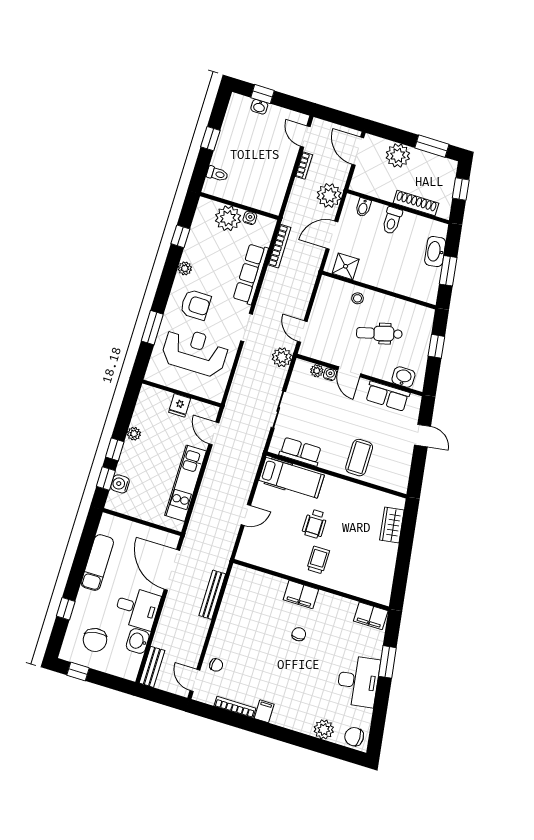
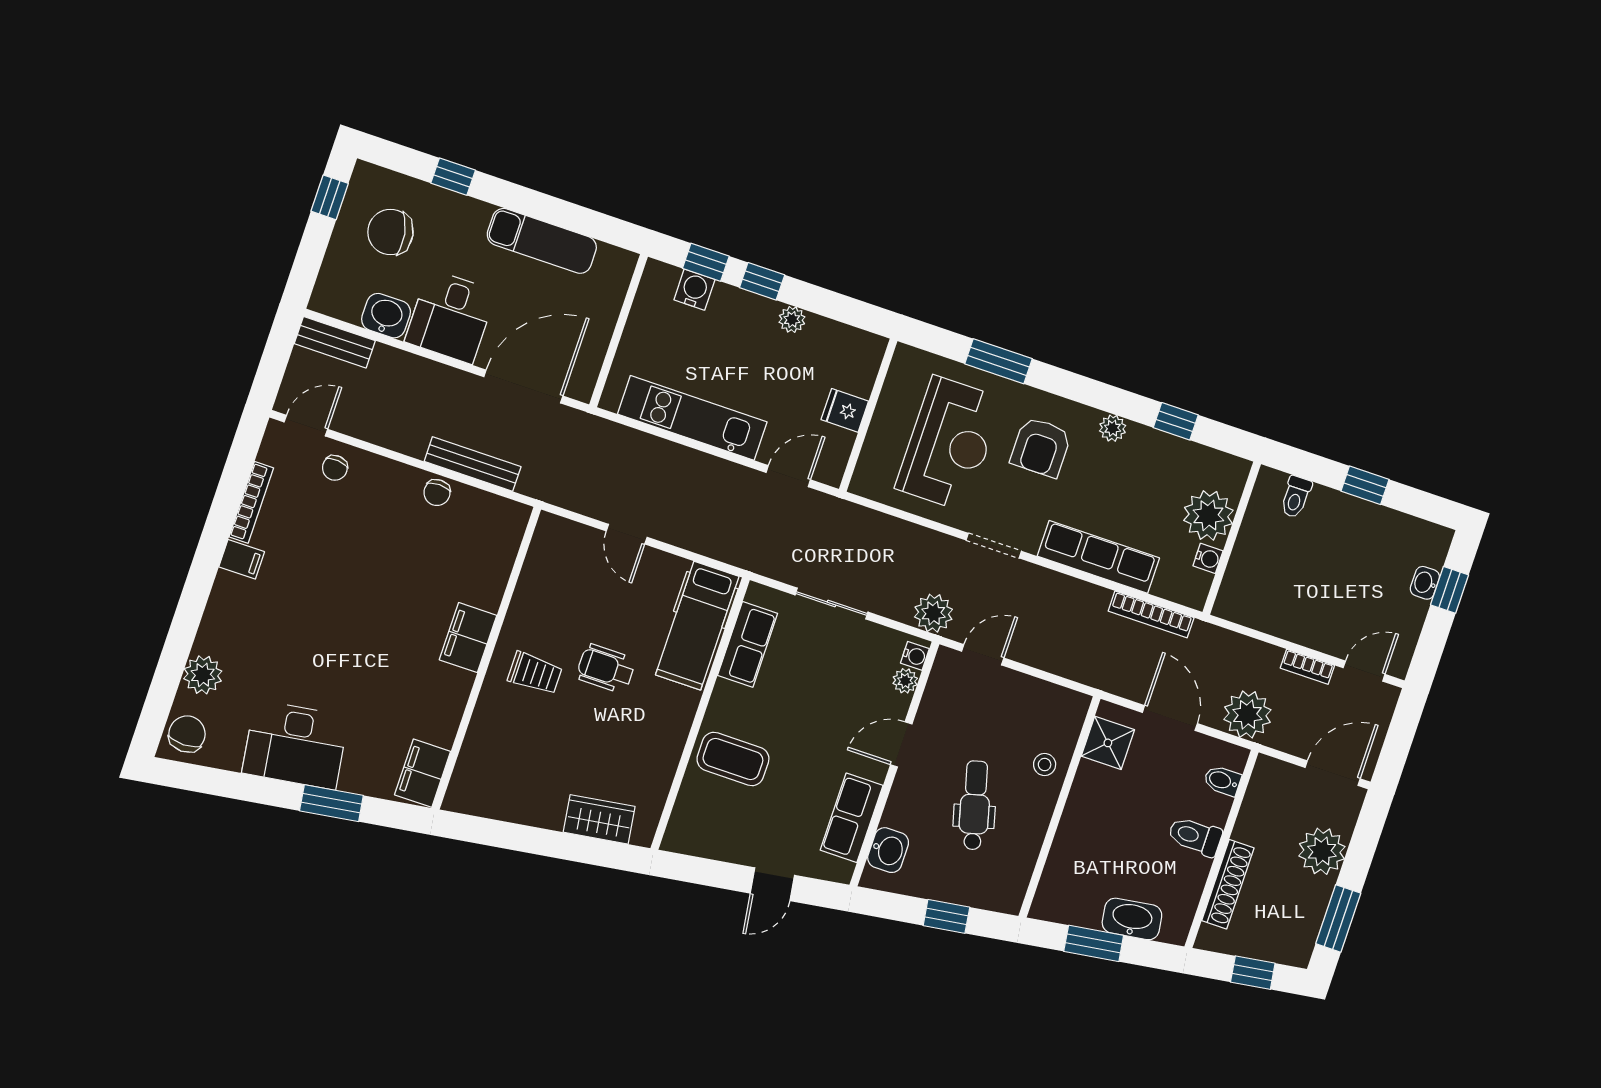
water cooler: (330, 374) -> (915, 656), moved
chair: (299, 634) -> (437, 493), moved, turned 90

